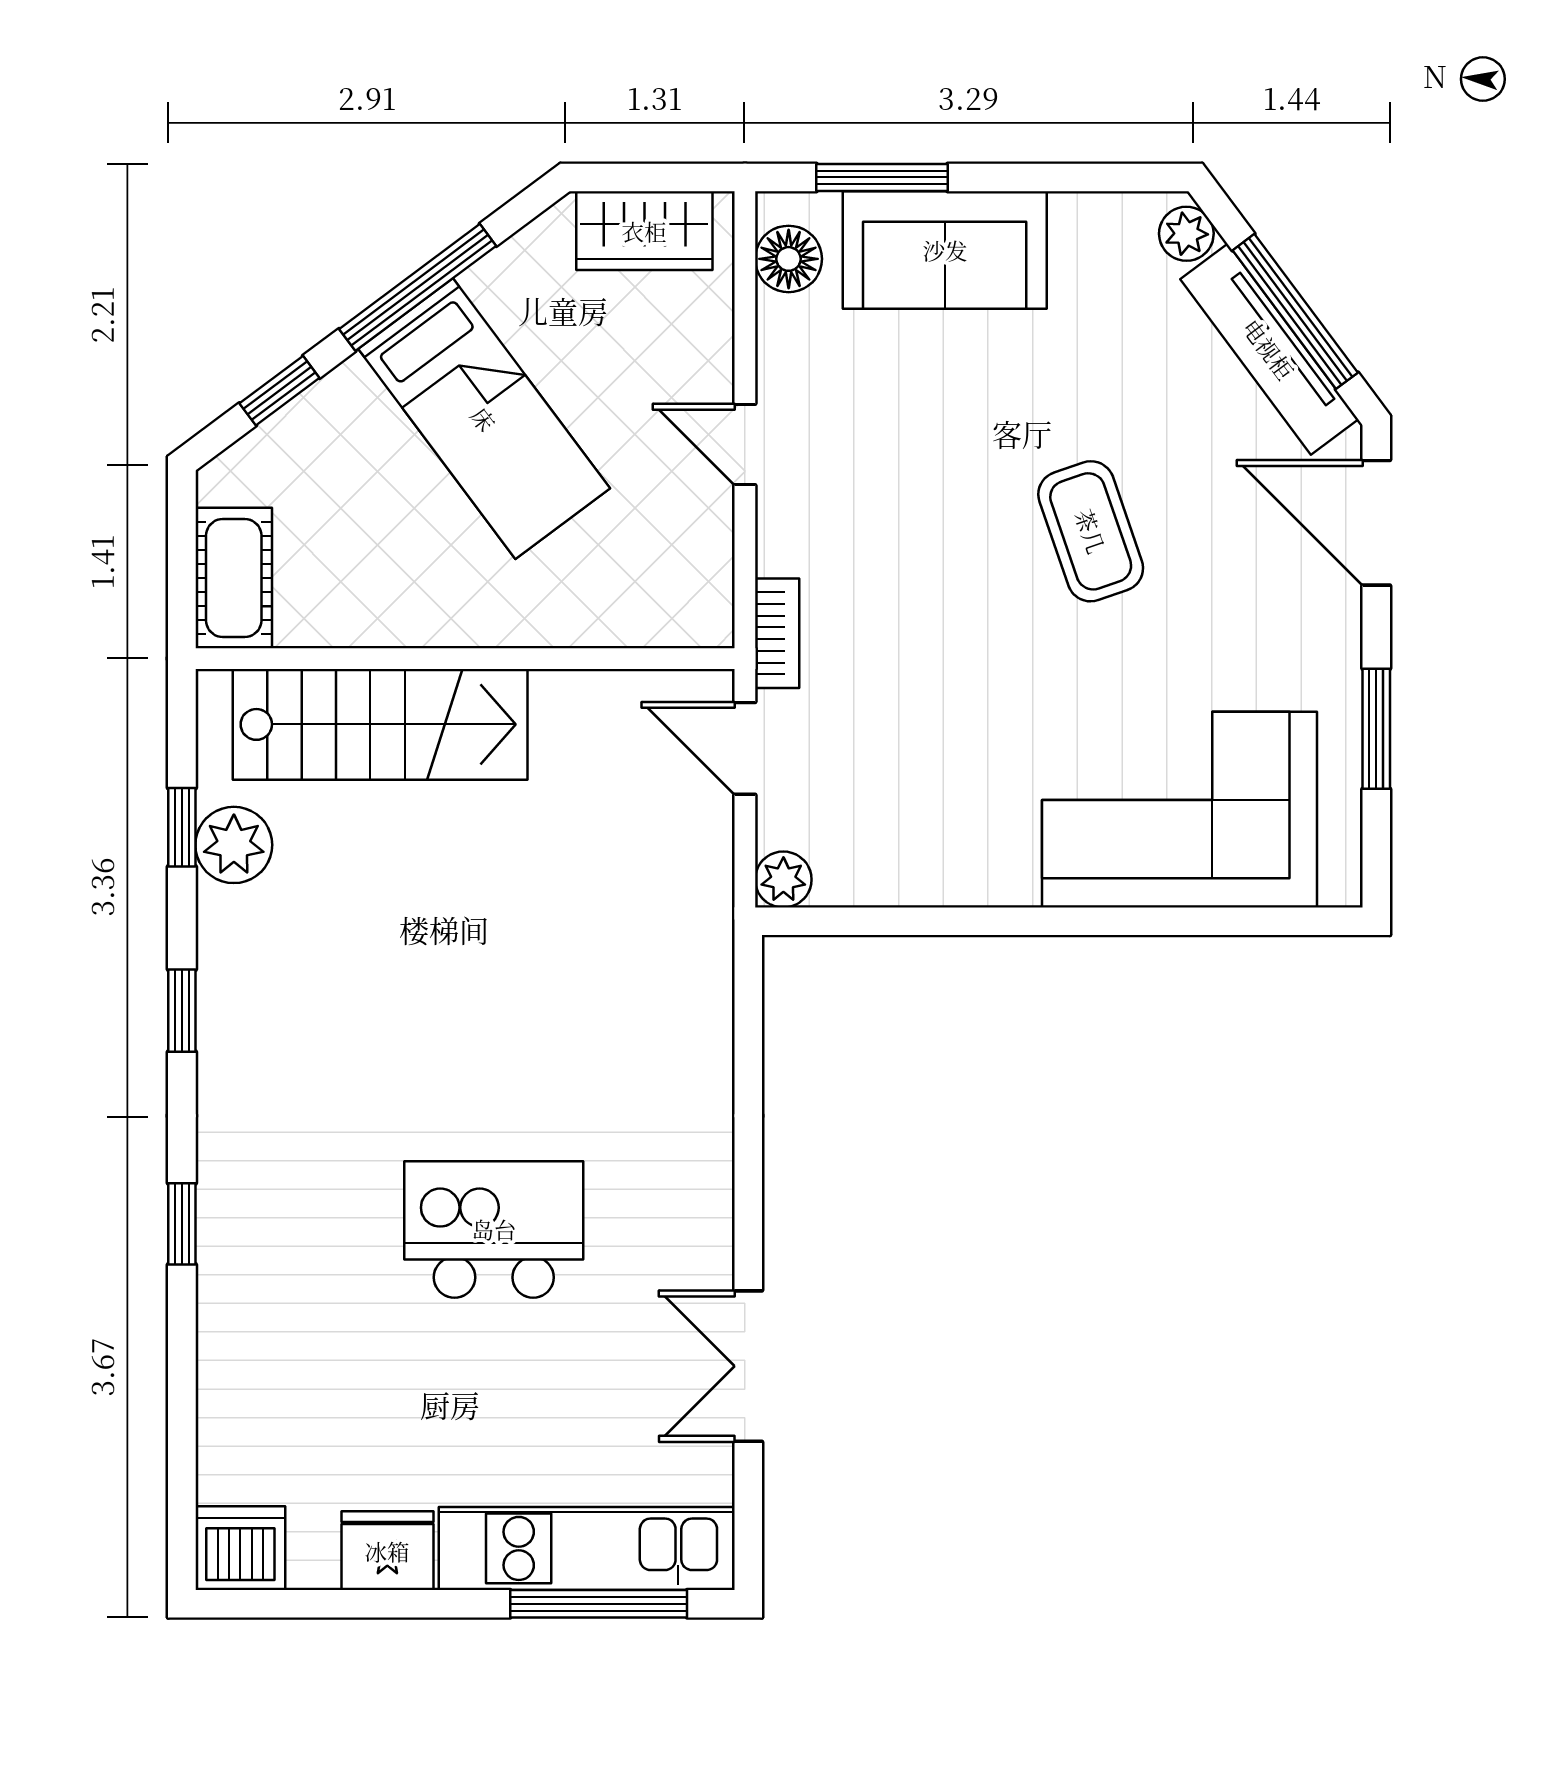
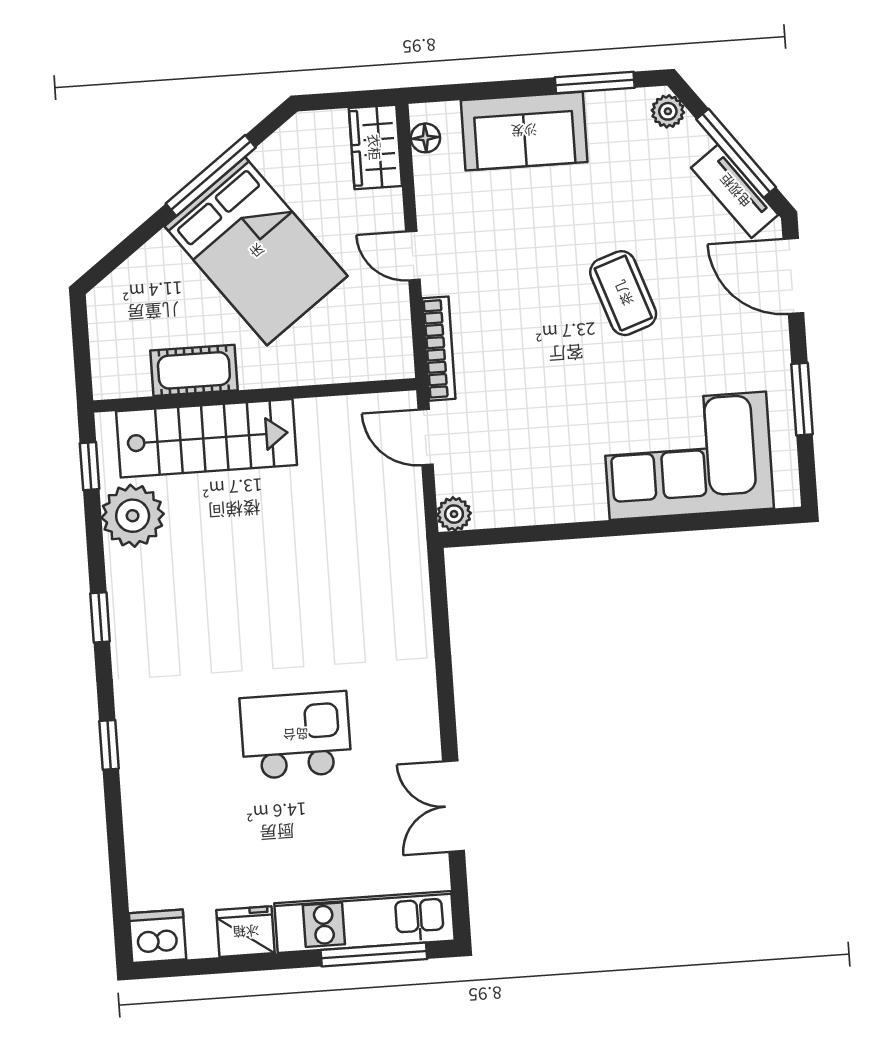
window: (882, 177) -> (595, 83), moved
wardrobe: (644, 231) -> (375, 147), moved, turned 90
floor lamp: (789, 259) -> (425, 138), width x0.73, depth x0.73
tv unit: (1269, 349) -> (735, 191), width x0.71
window: (279, 391) -> (132, 243), removed
bed: (484, 419) -> (256, 251), width x1.50
cot: (234, 578) -> (194, 370), moved, turned 90
bookcase: (777, 633) -> (439, 349), width x1.56
window: (182, 827) -> (90, 466), moved
plant: (234, 845) -> (133, 516), width x1.36, depth x1.36

